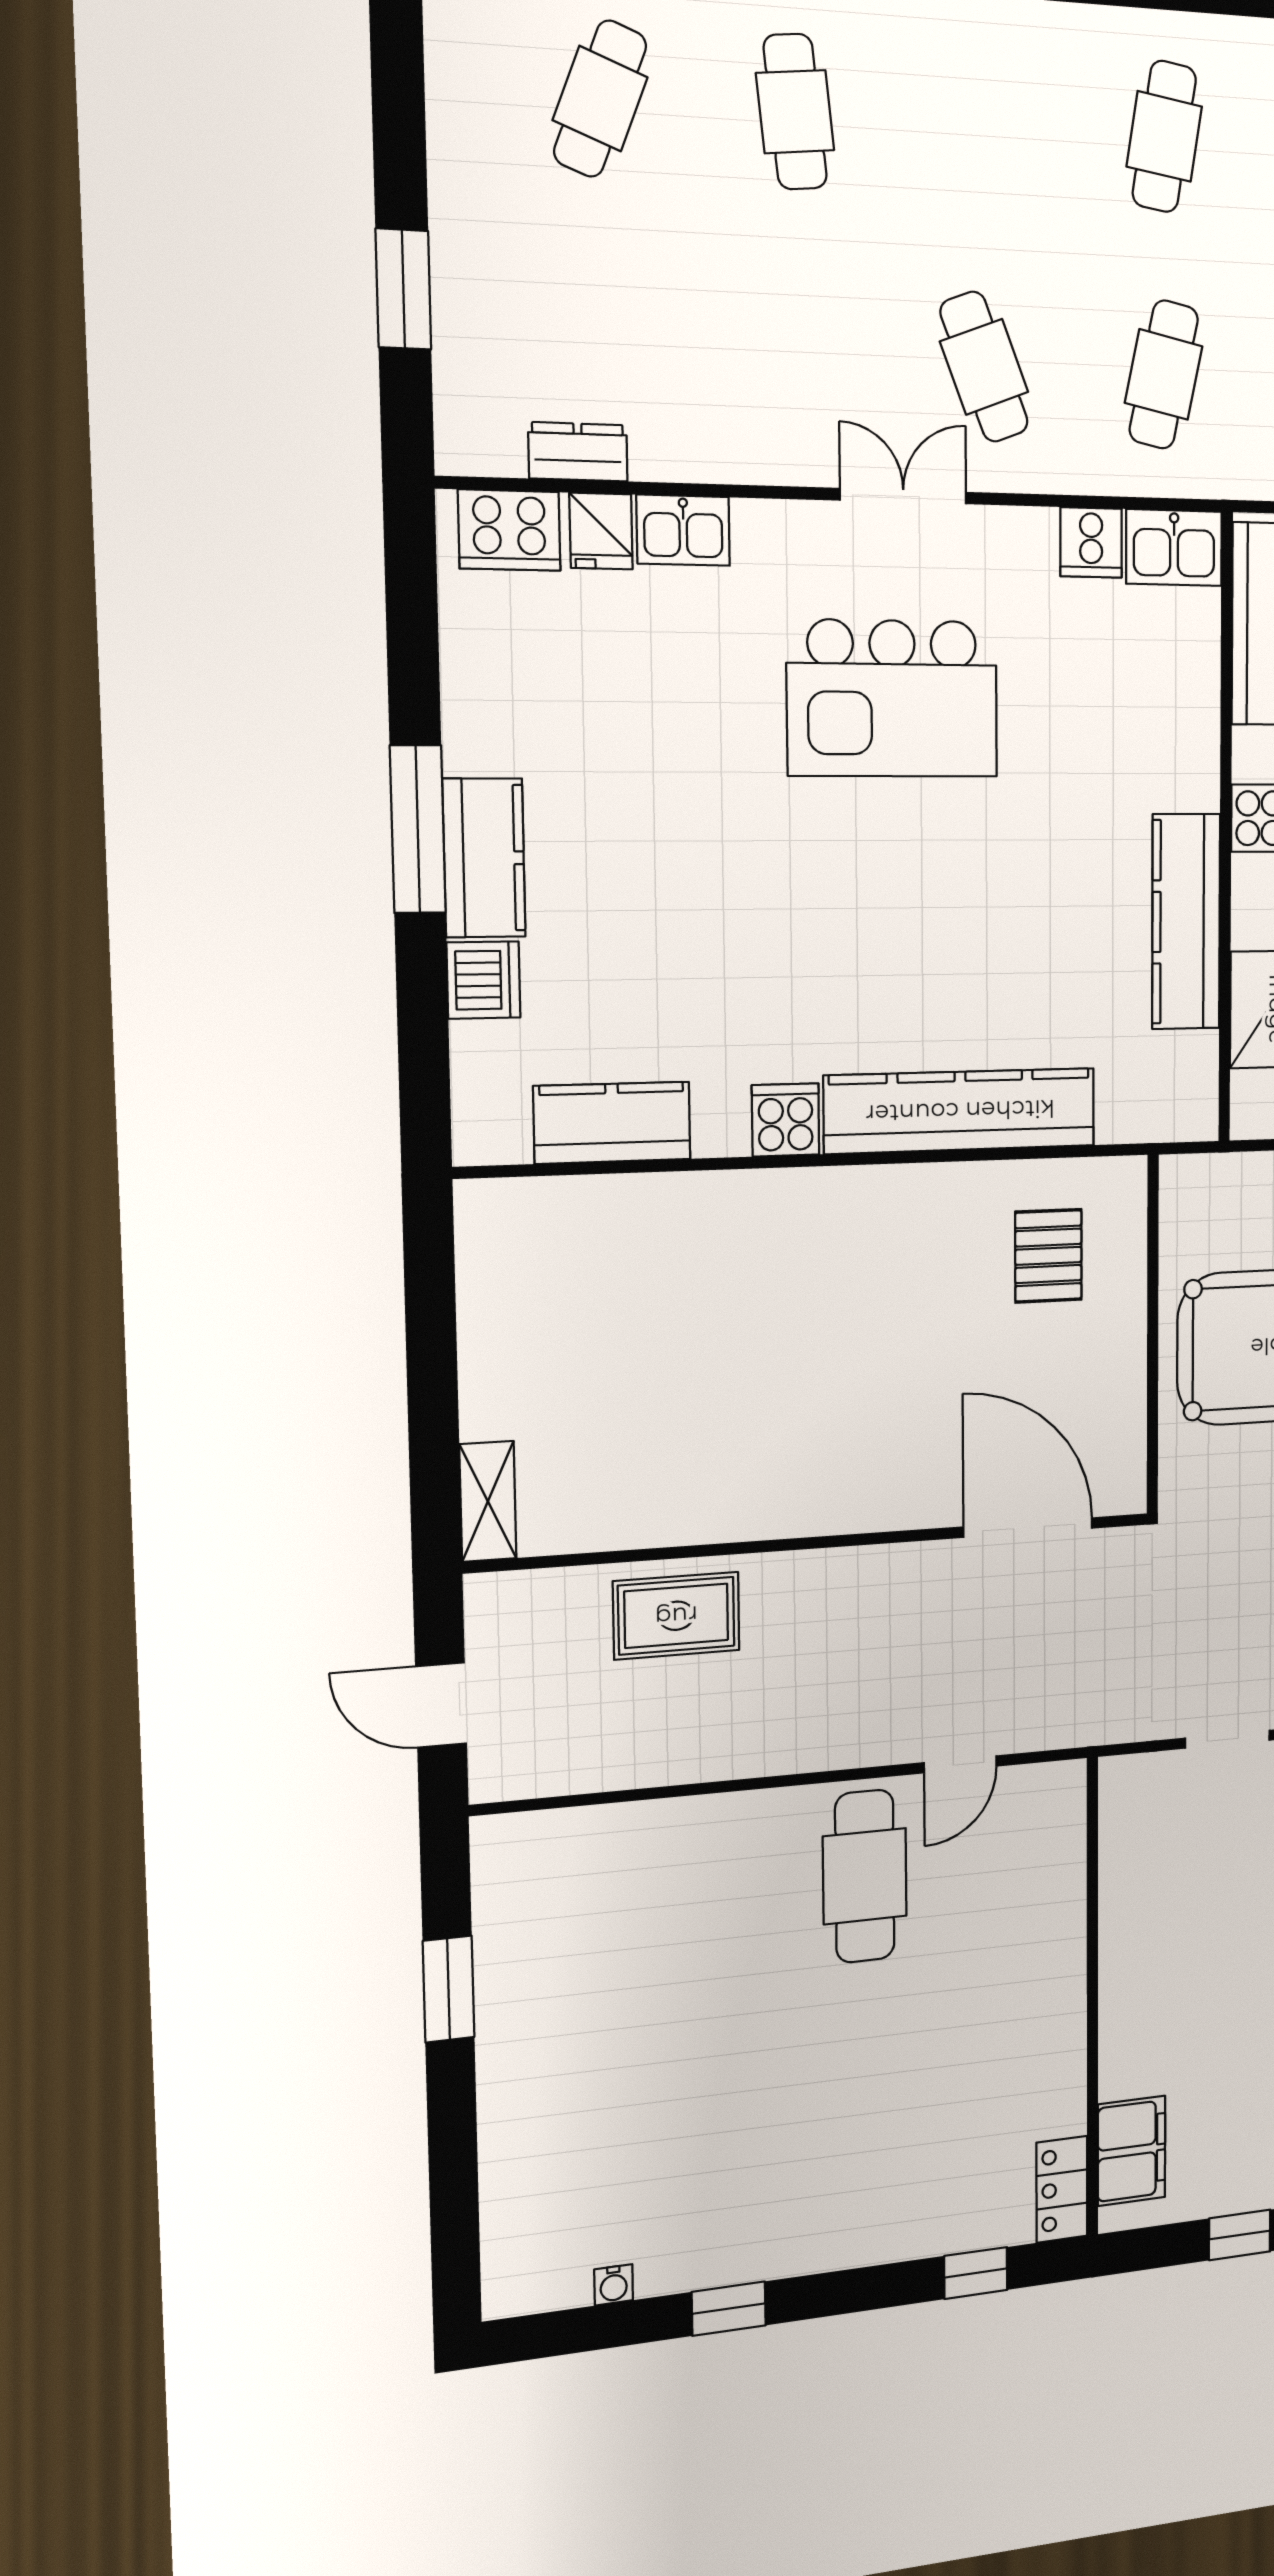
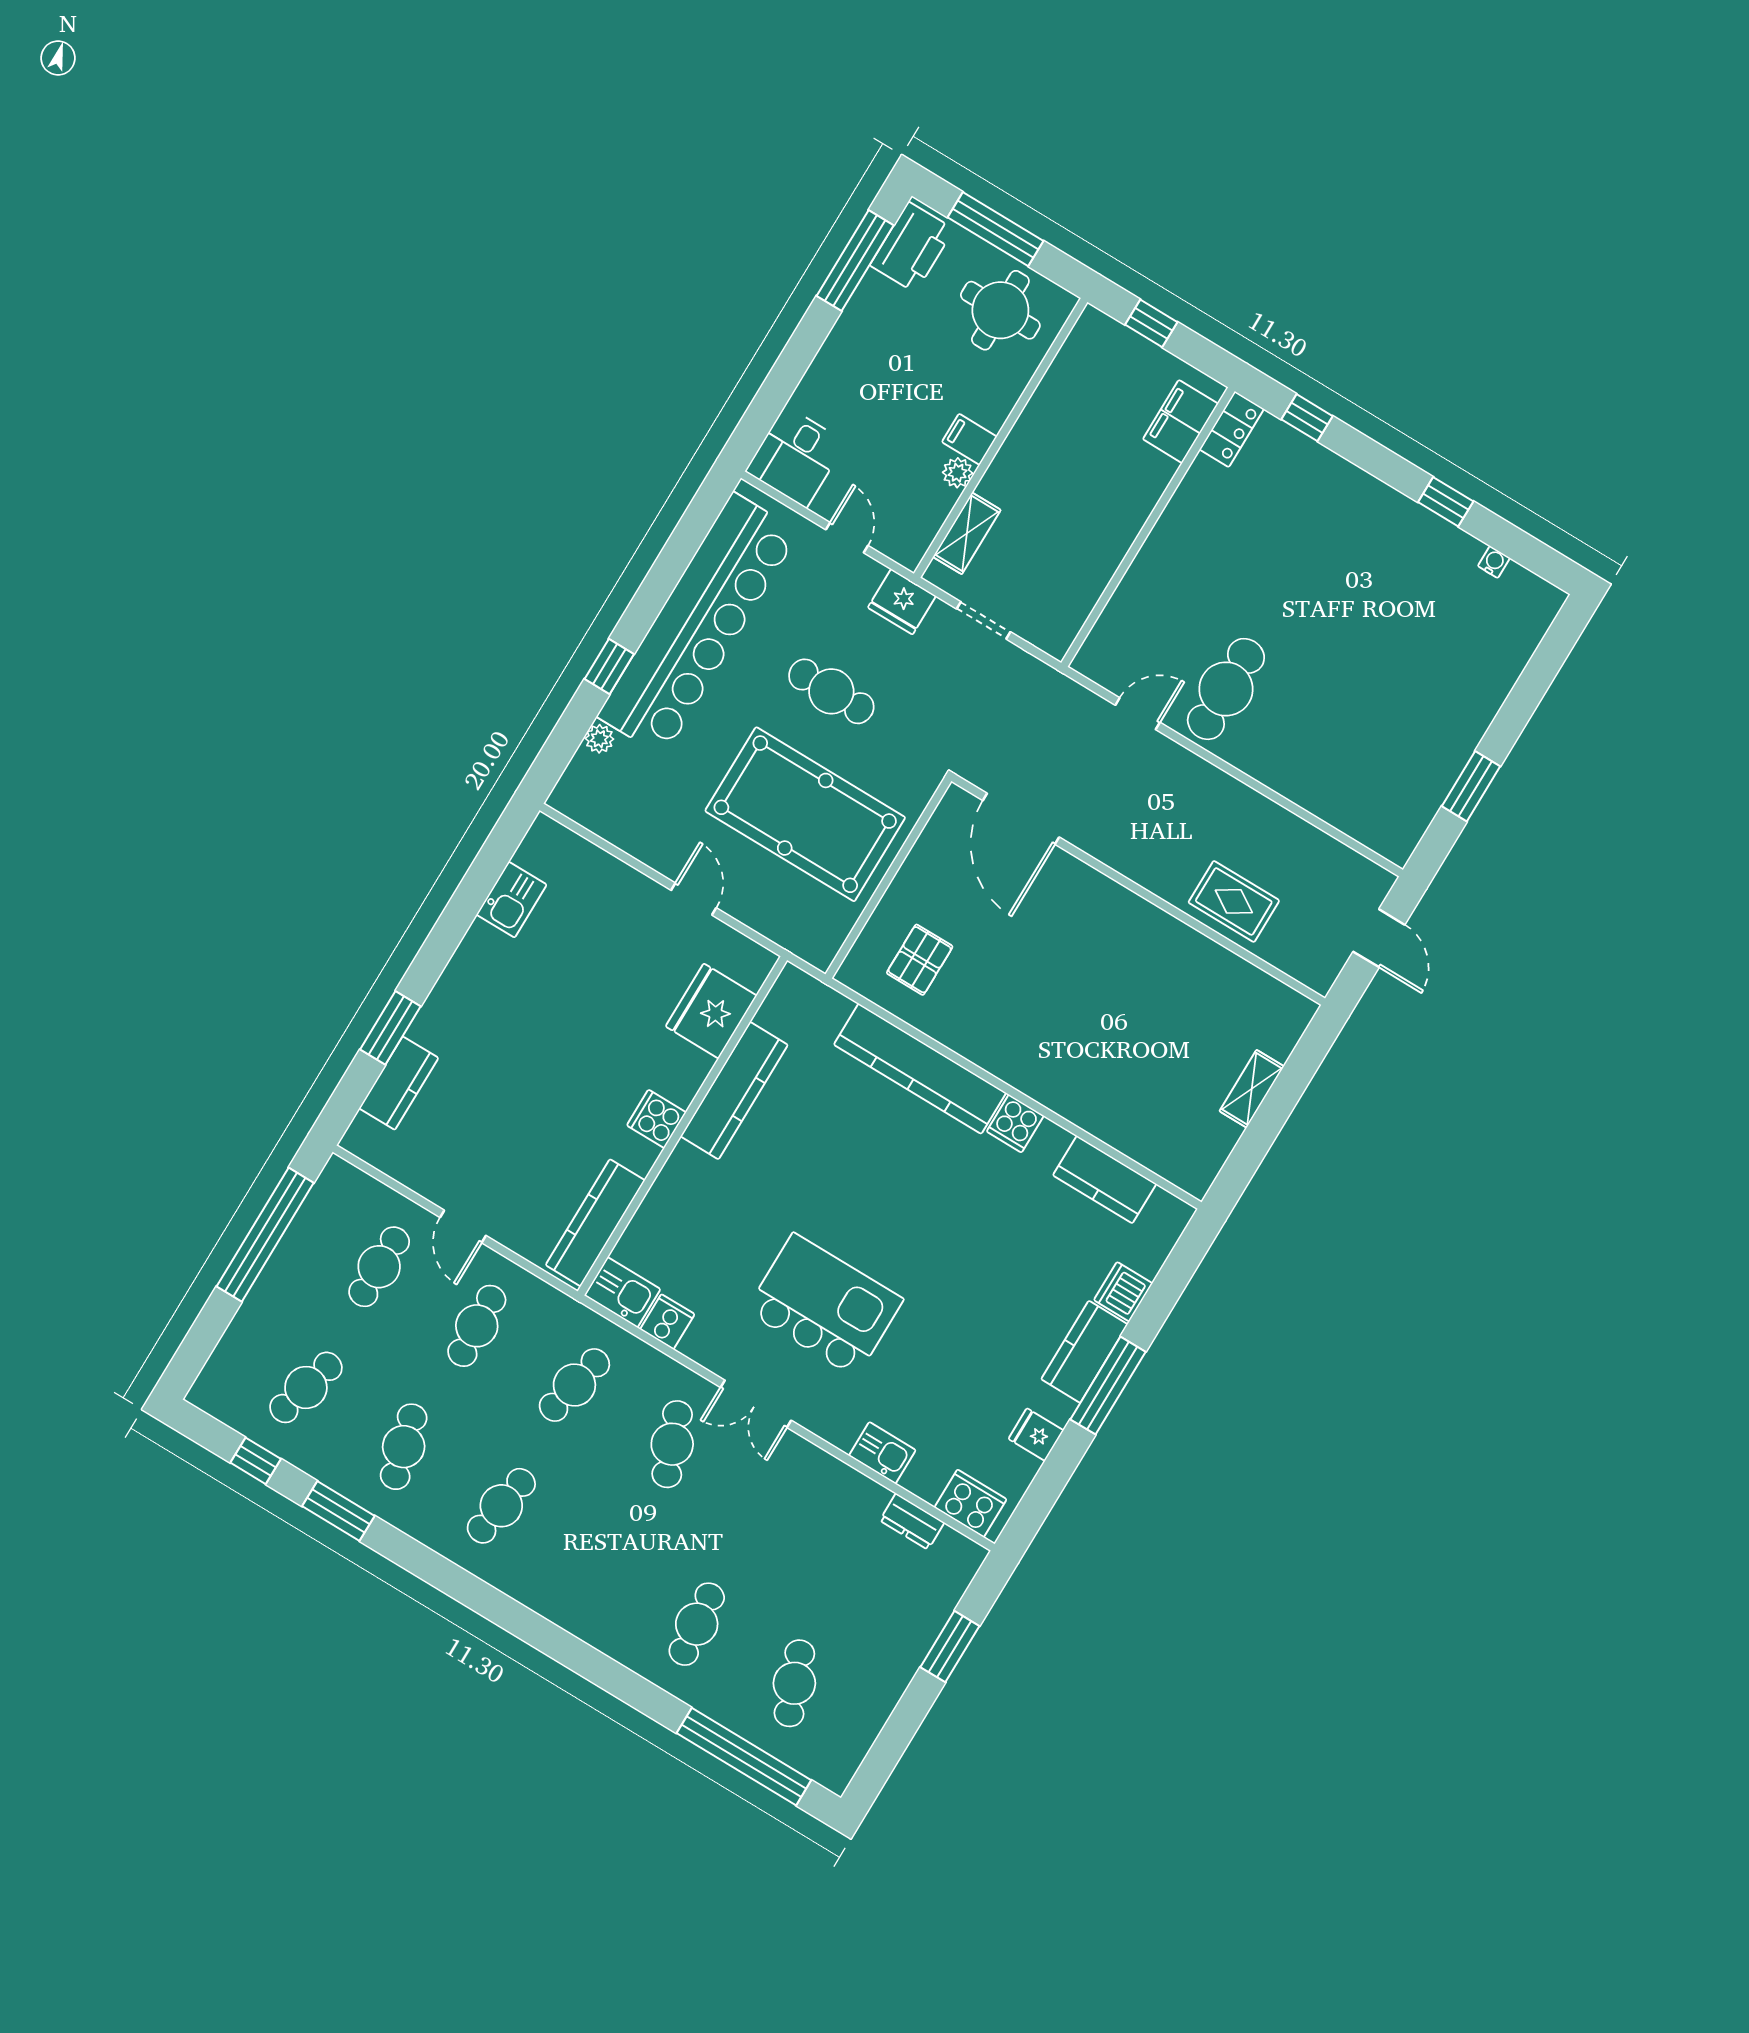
cafe table: (600, 99) -> (794, 1683), turned -42
fridge: (601, 531) -> (1036, 1435), moved, turned -90
shelving: (488, 1501) -> (1252, 1089), moved

